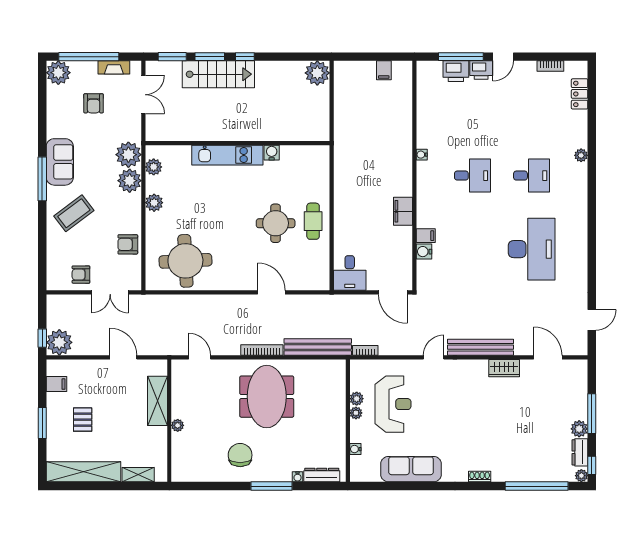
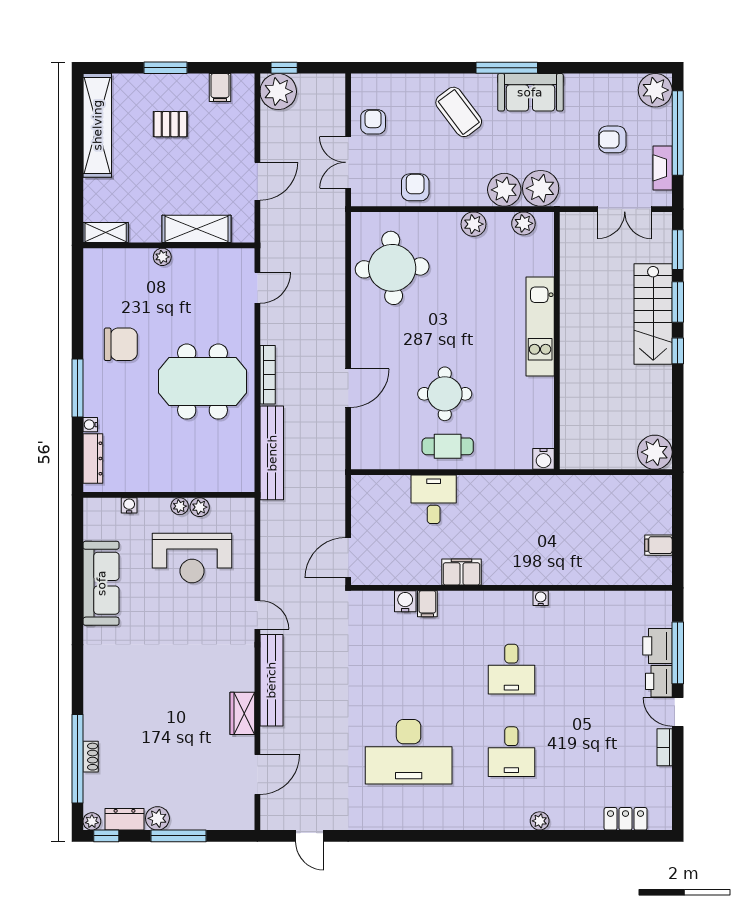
bookcase: (550, 66) -> (665, 747), moved
water cooler: (272, 153) -> (544, 459), moved, turned 90
desk: (350, 273) -> (434, 499), moved, turned 90
bookcase: (365, 350) -> (267, 519), removed
shelving: (138, 475) -> (106, 233), moved, turned 90
shoe rack: (480, 477) -> (91, 757), moved

